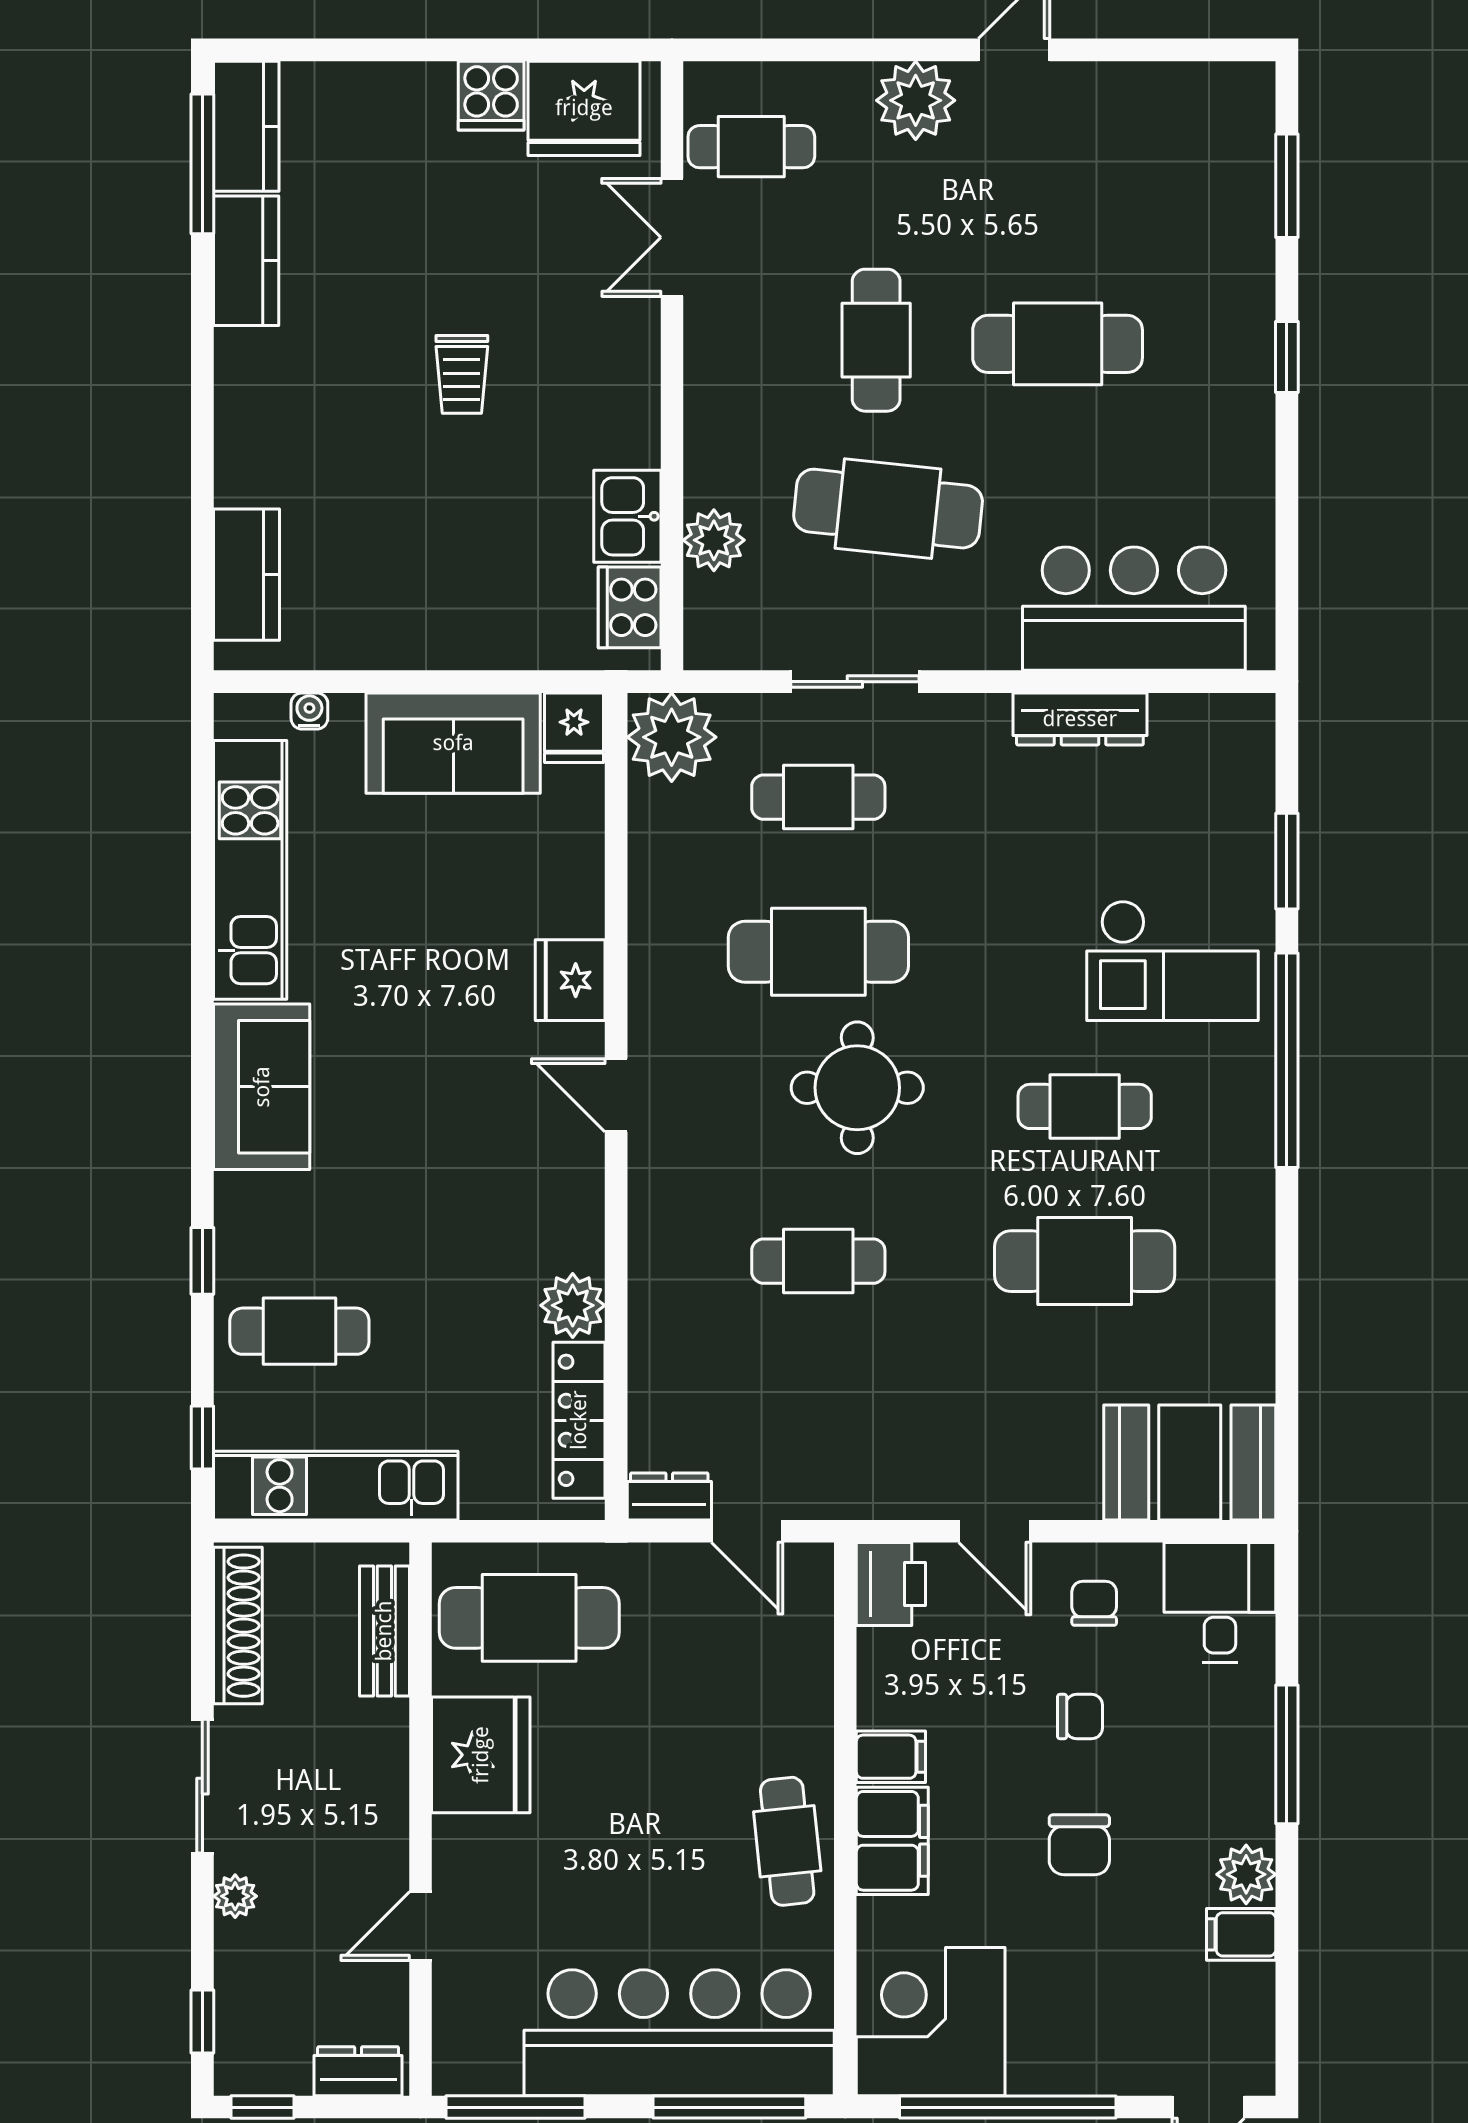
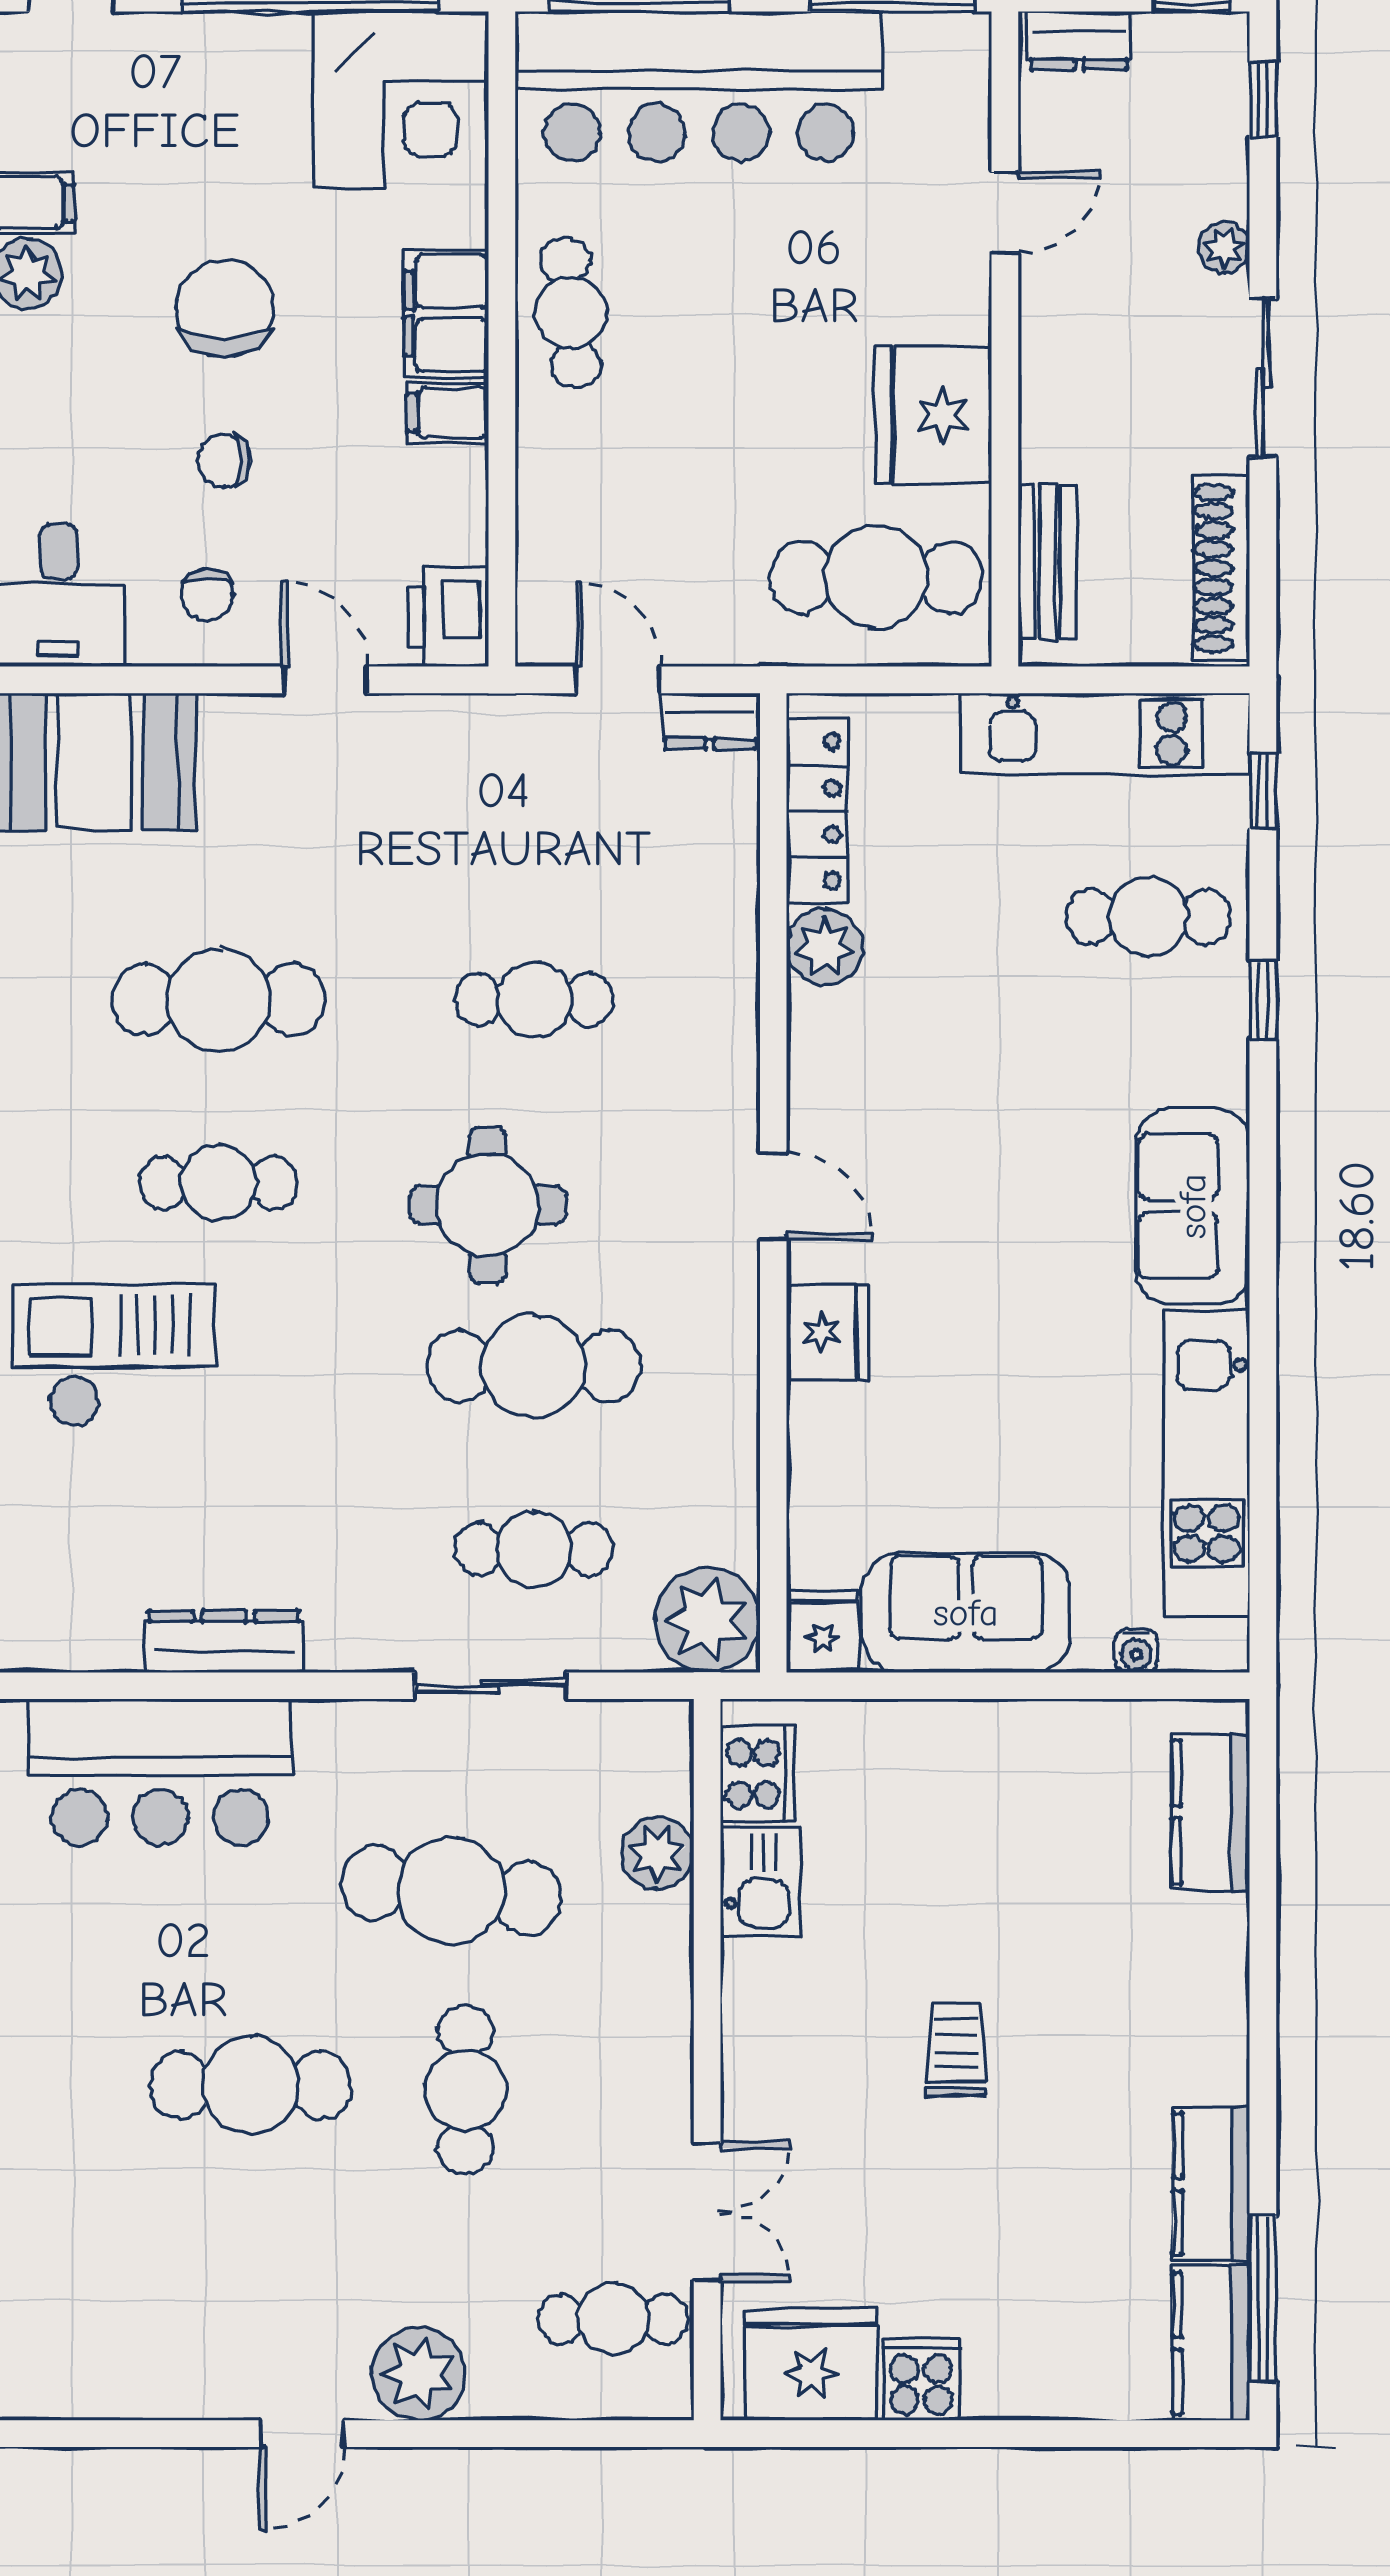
chair: (1079, 1845) -> (225, 309), width x1.37, depth x1.37

